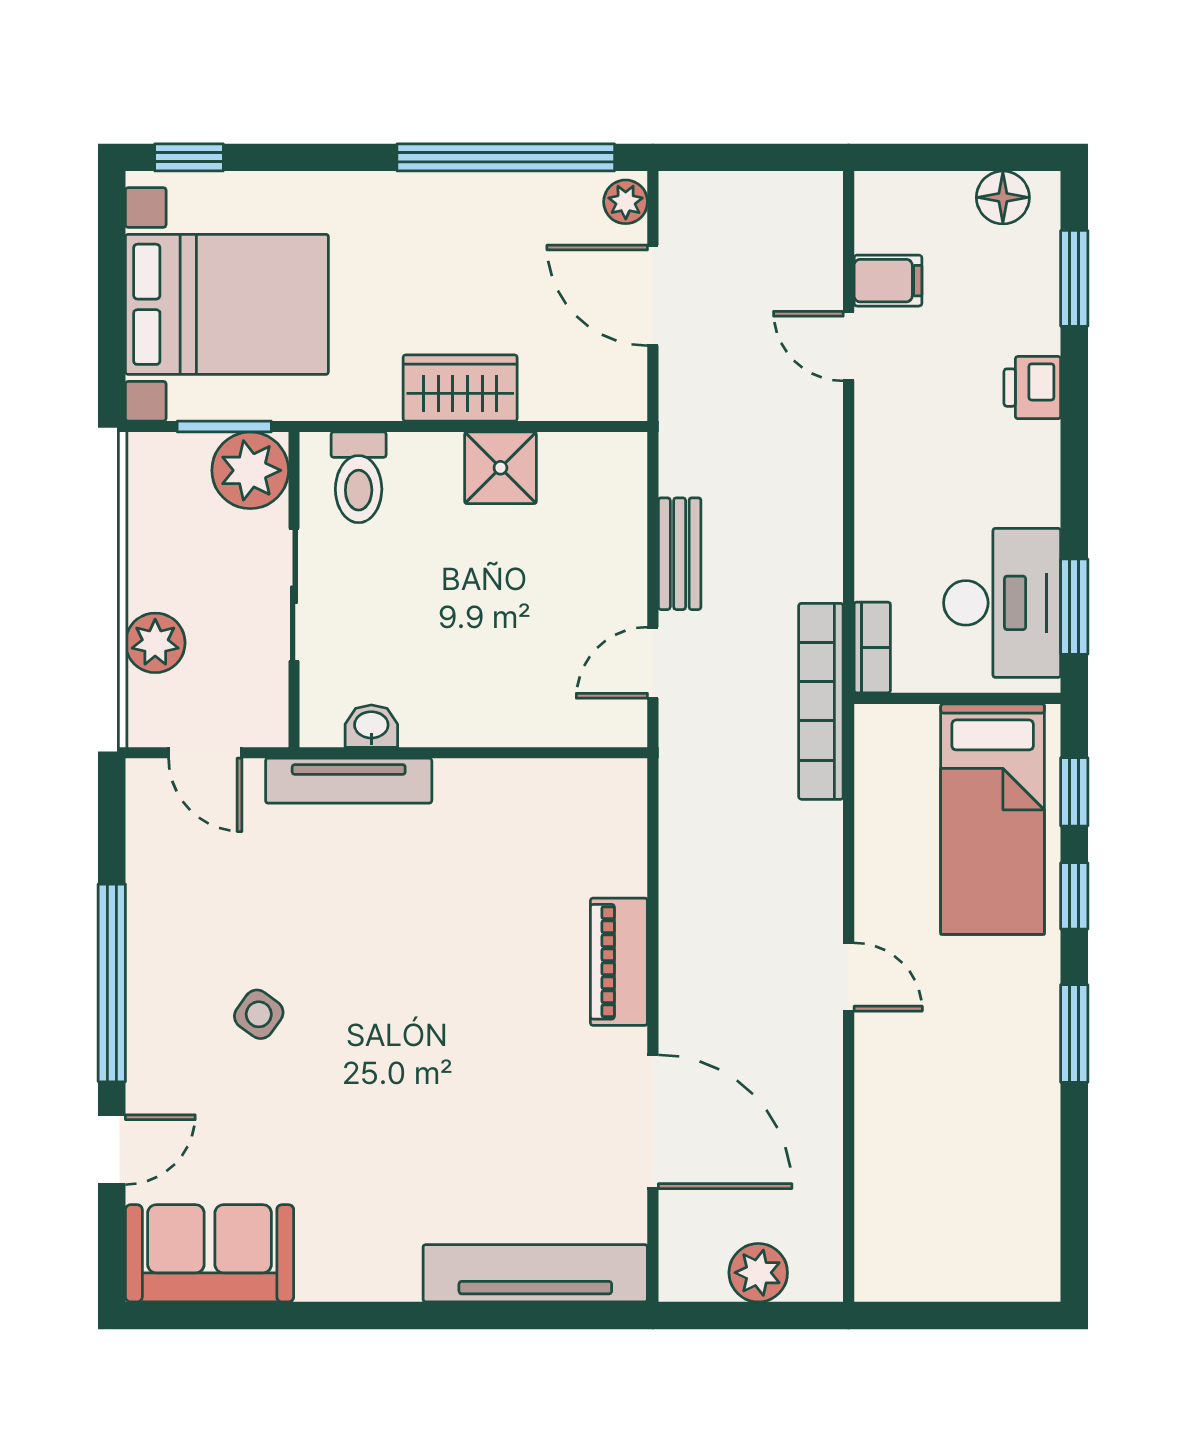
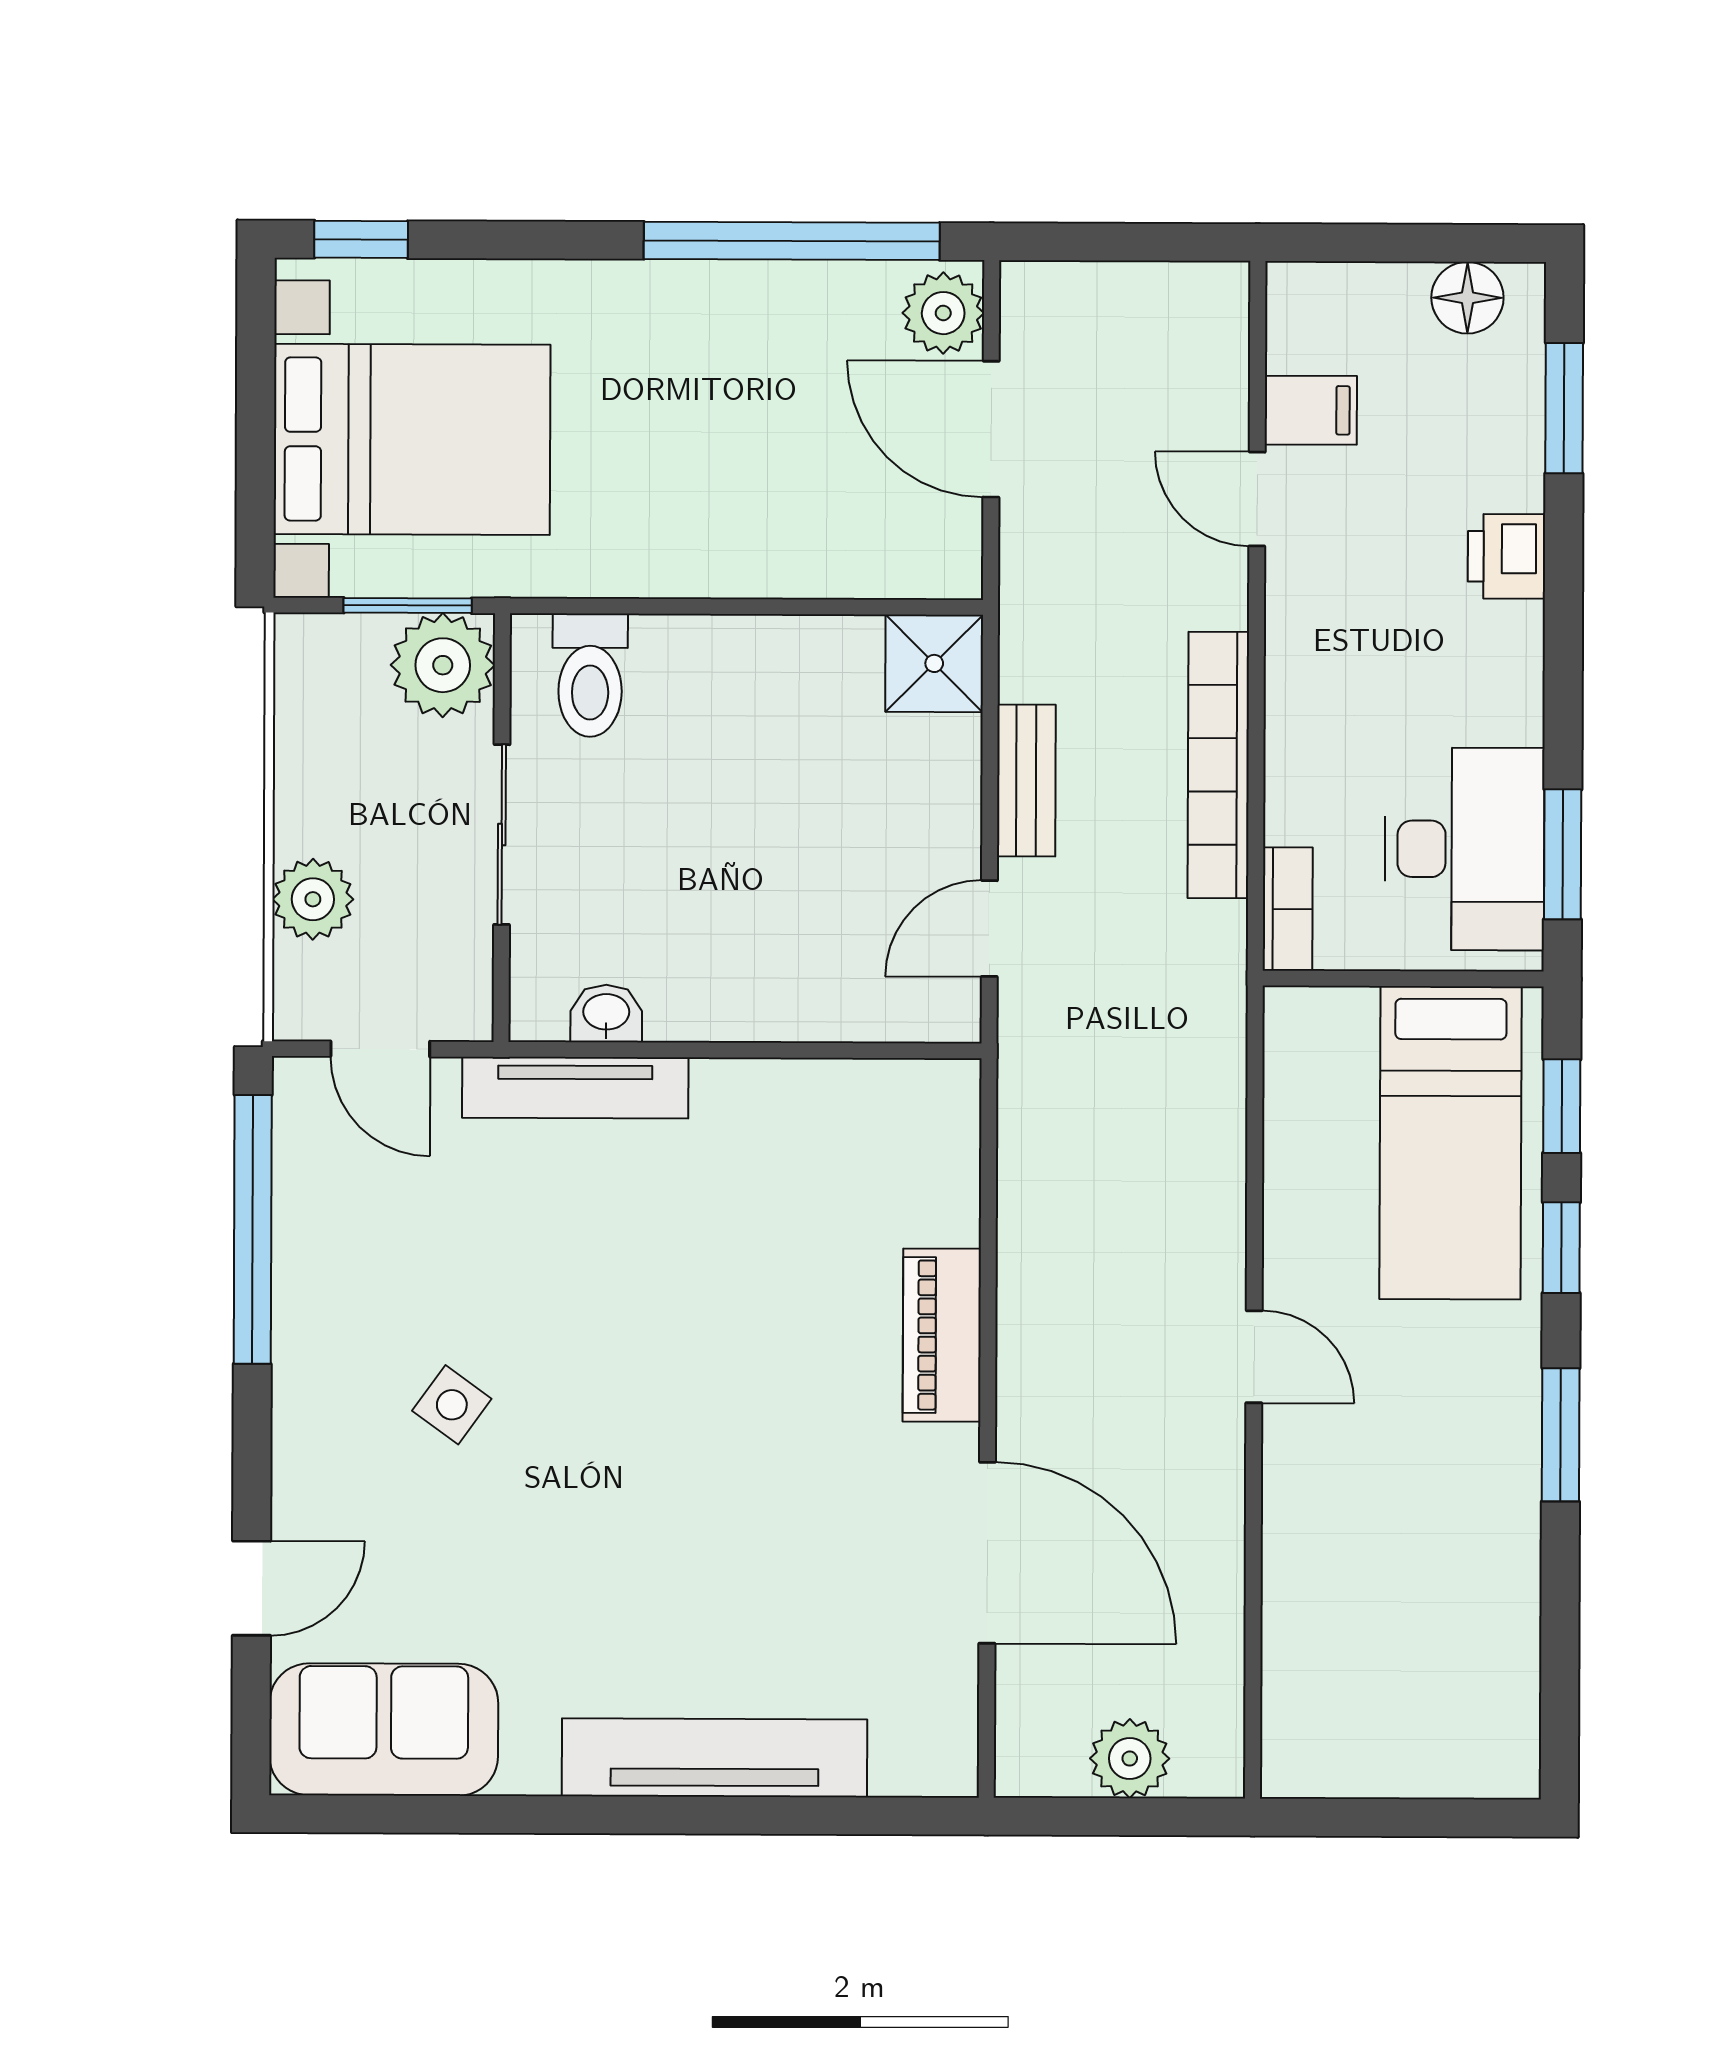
plant: (626, 202) -> (943, 313), width x1.38, depth x1.38
wardrobe: (460, 388) -> (729, 554), removed
shower: (500, 468) -> (934, 663), moved
bookcase: (821, 701) -> (1218, 765), moved
window: (112, 983) -> (253, 1229), moved
tv unit: (535, 1273) -> (715, 1758), moved

